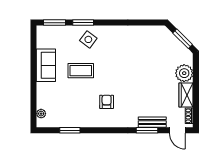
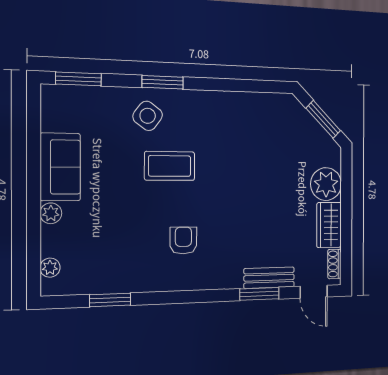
window: (83, 23) -> (163, 82), moved
coffee table: (81, 71) -> (170, 166), moved
plant: (42, 88) -> (51, 213), added

